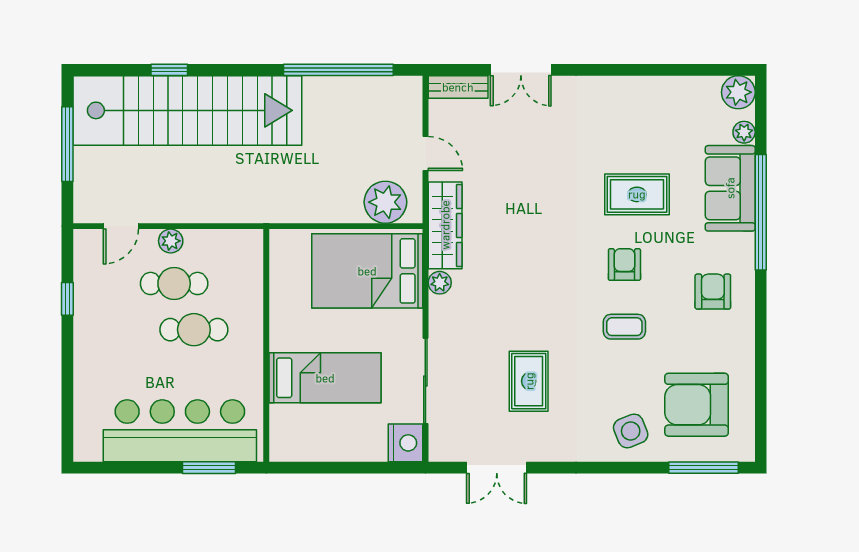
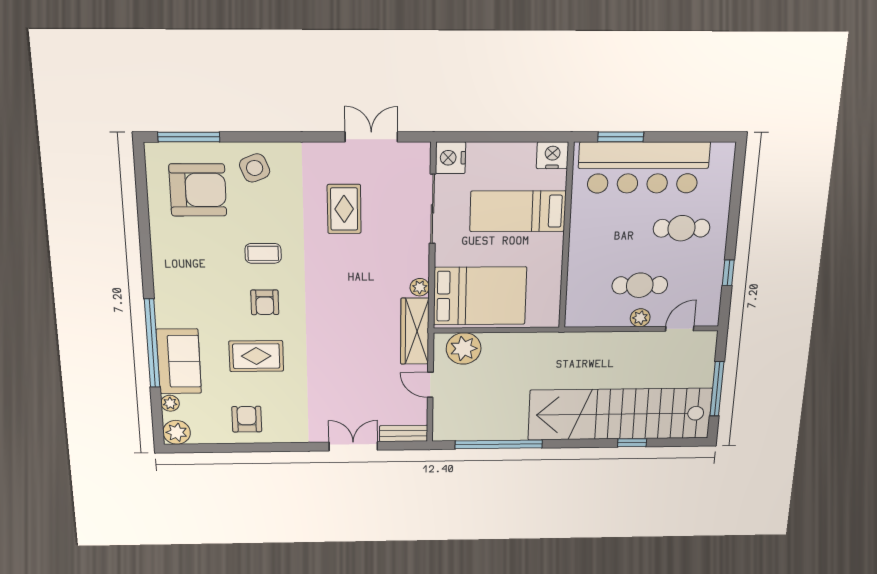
armchair: (713, 292) -> (247, 419), moved, turned 180
cafe table: (194, 330) -> (682, 228), moved
nightstand: (287, 446) -> (553, 155), added

